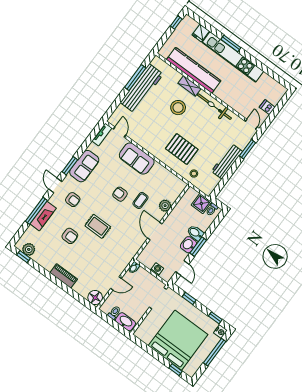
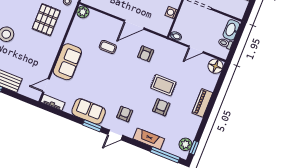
armchair: (120, 194) -> (146, 54), moved
plant: (165, 206) -> (83, 12), moved
window: (36, 211) -> (165, 155), moved
rug: (98, 226) -> (163, 85), moved, turned 90
door: (116, 283) -> (196, 49), swing flipped

